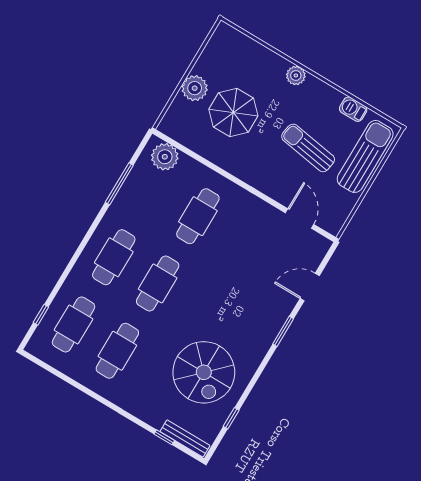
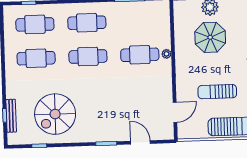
sun lounger: (308, 148) -> (217, 92), turned -99
plant: (165, 157) -> (166, 54), moved, width x0.53, depth x0.53
bench: (185, 438) -> (11, 116), moved

